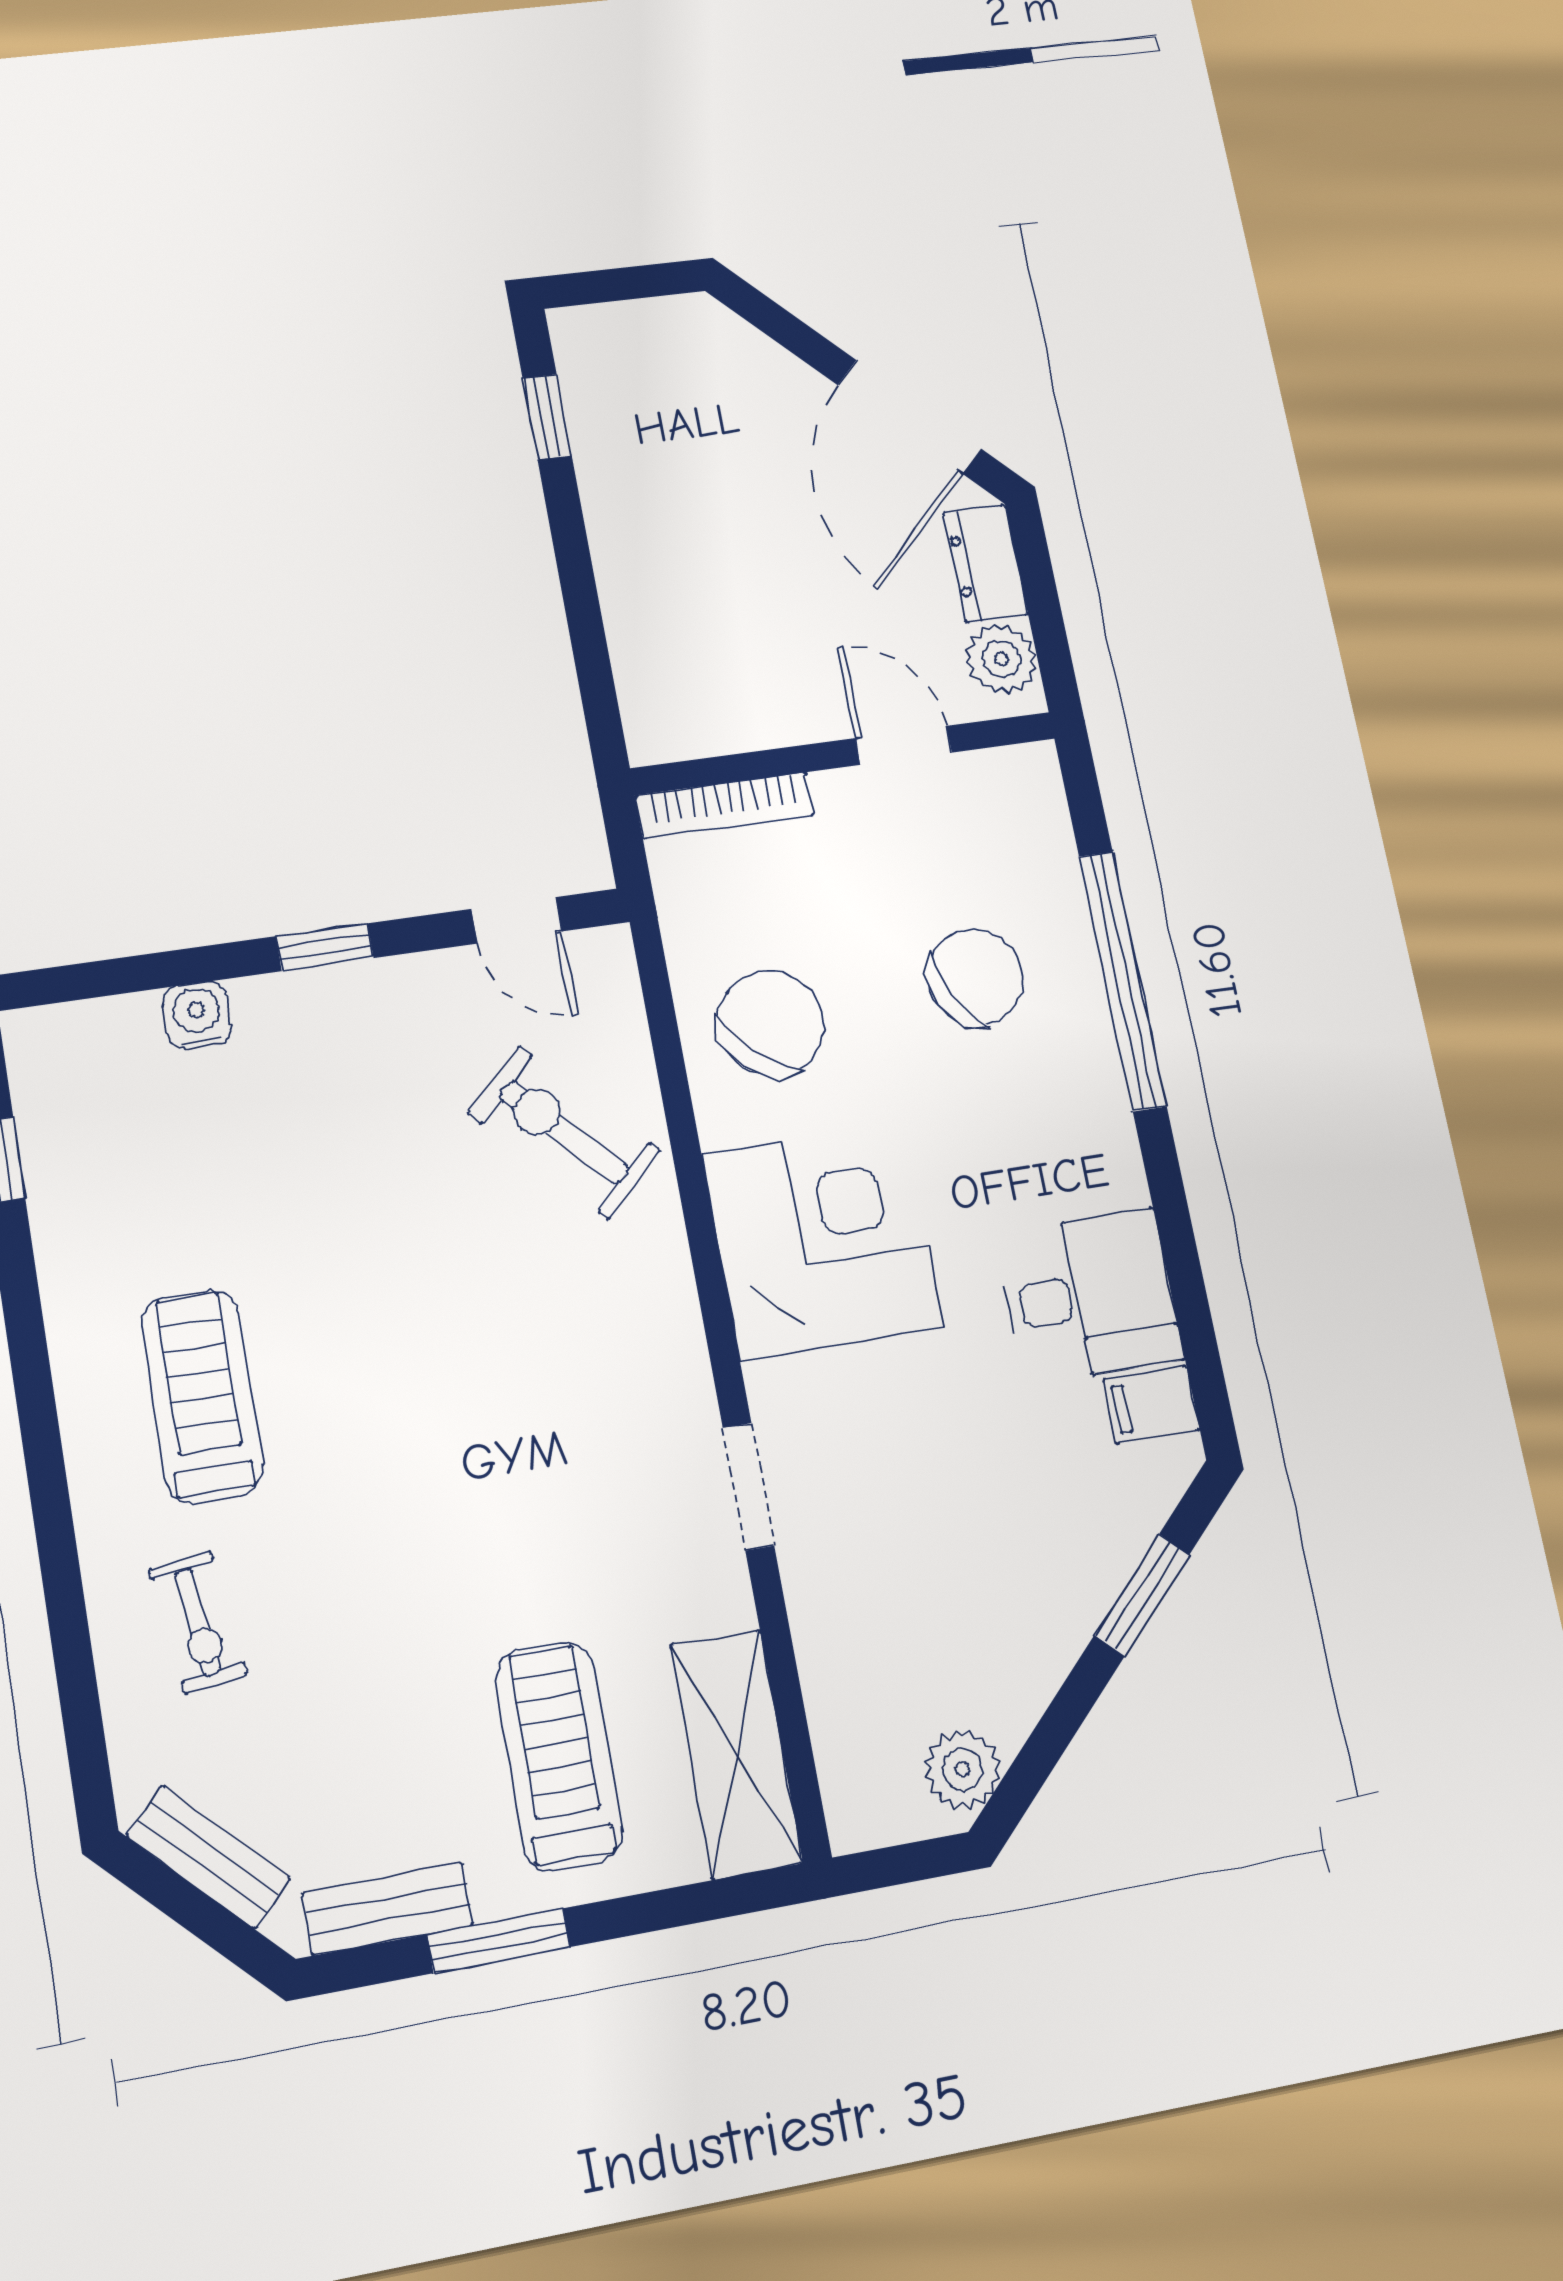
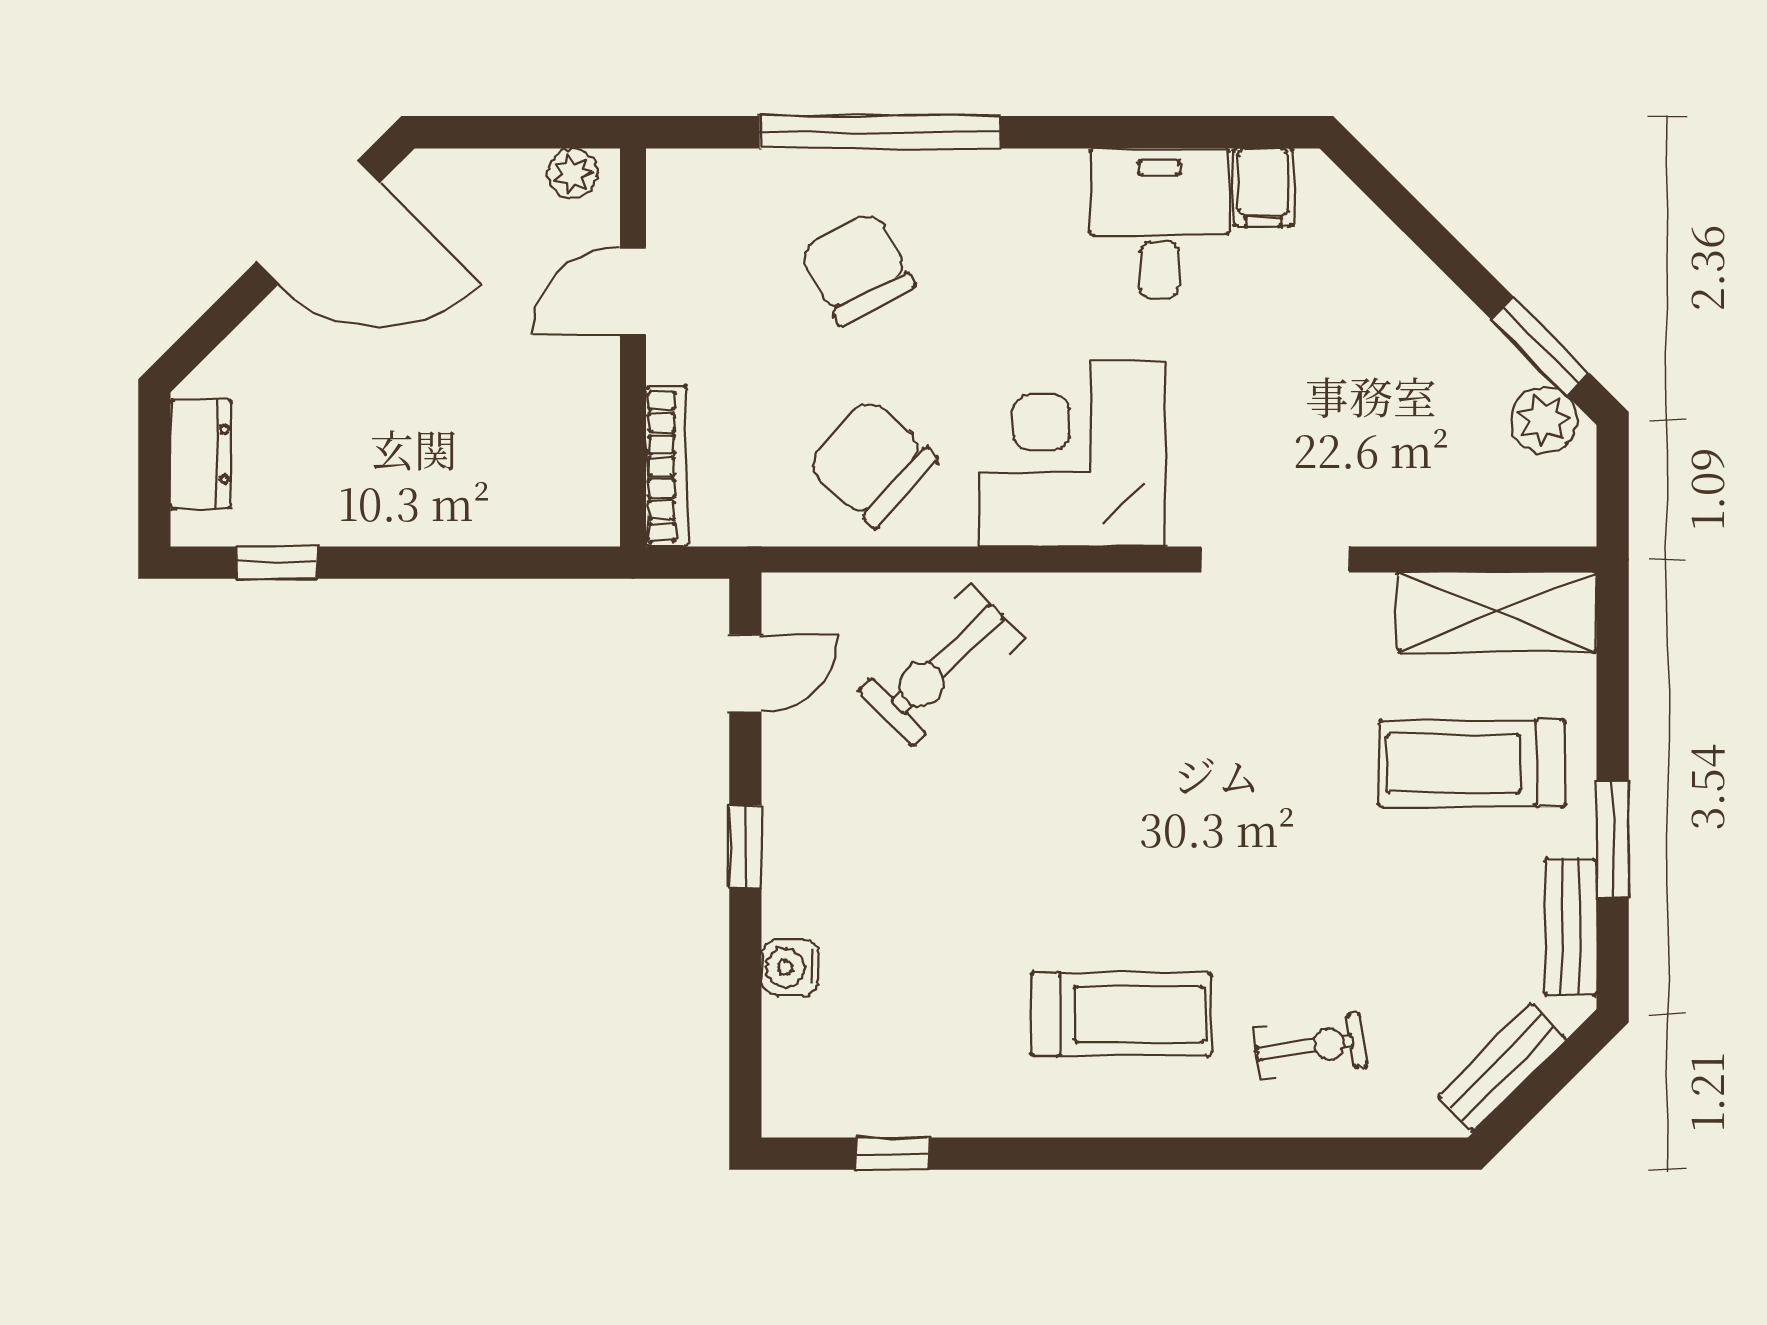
dresser: (985, 564) -> (201, 454), moved, turned -90
plant: (1002, 659) -> (573, 173), width x0.73, depth x0.73
treadmill: (202, 1396) -> (1121, 1014), turned 180
doorway: (748, 1487) -> (1275, 559), width x1.38
window: (1142, 1595) -> (1540, 346), moved

